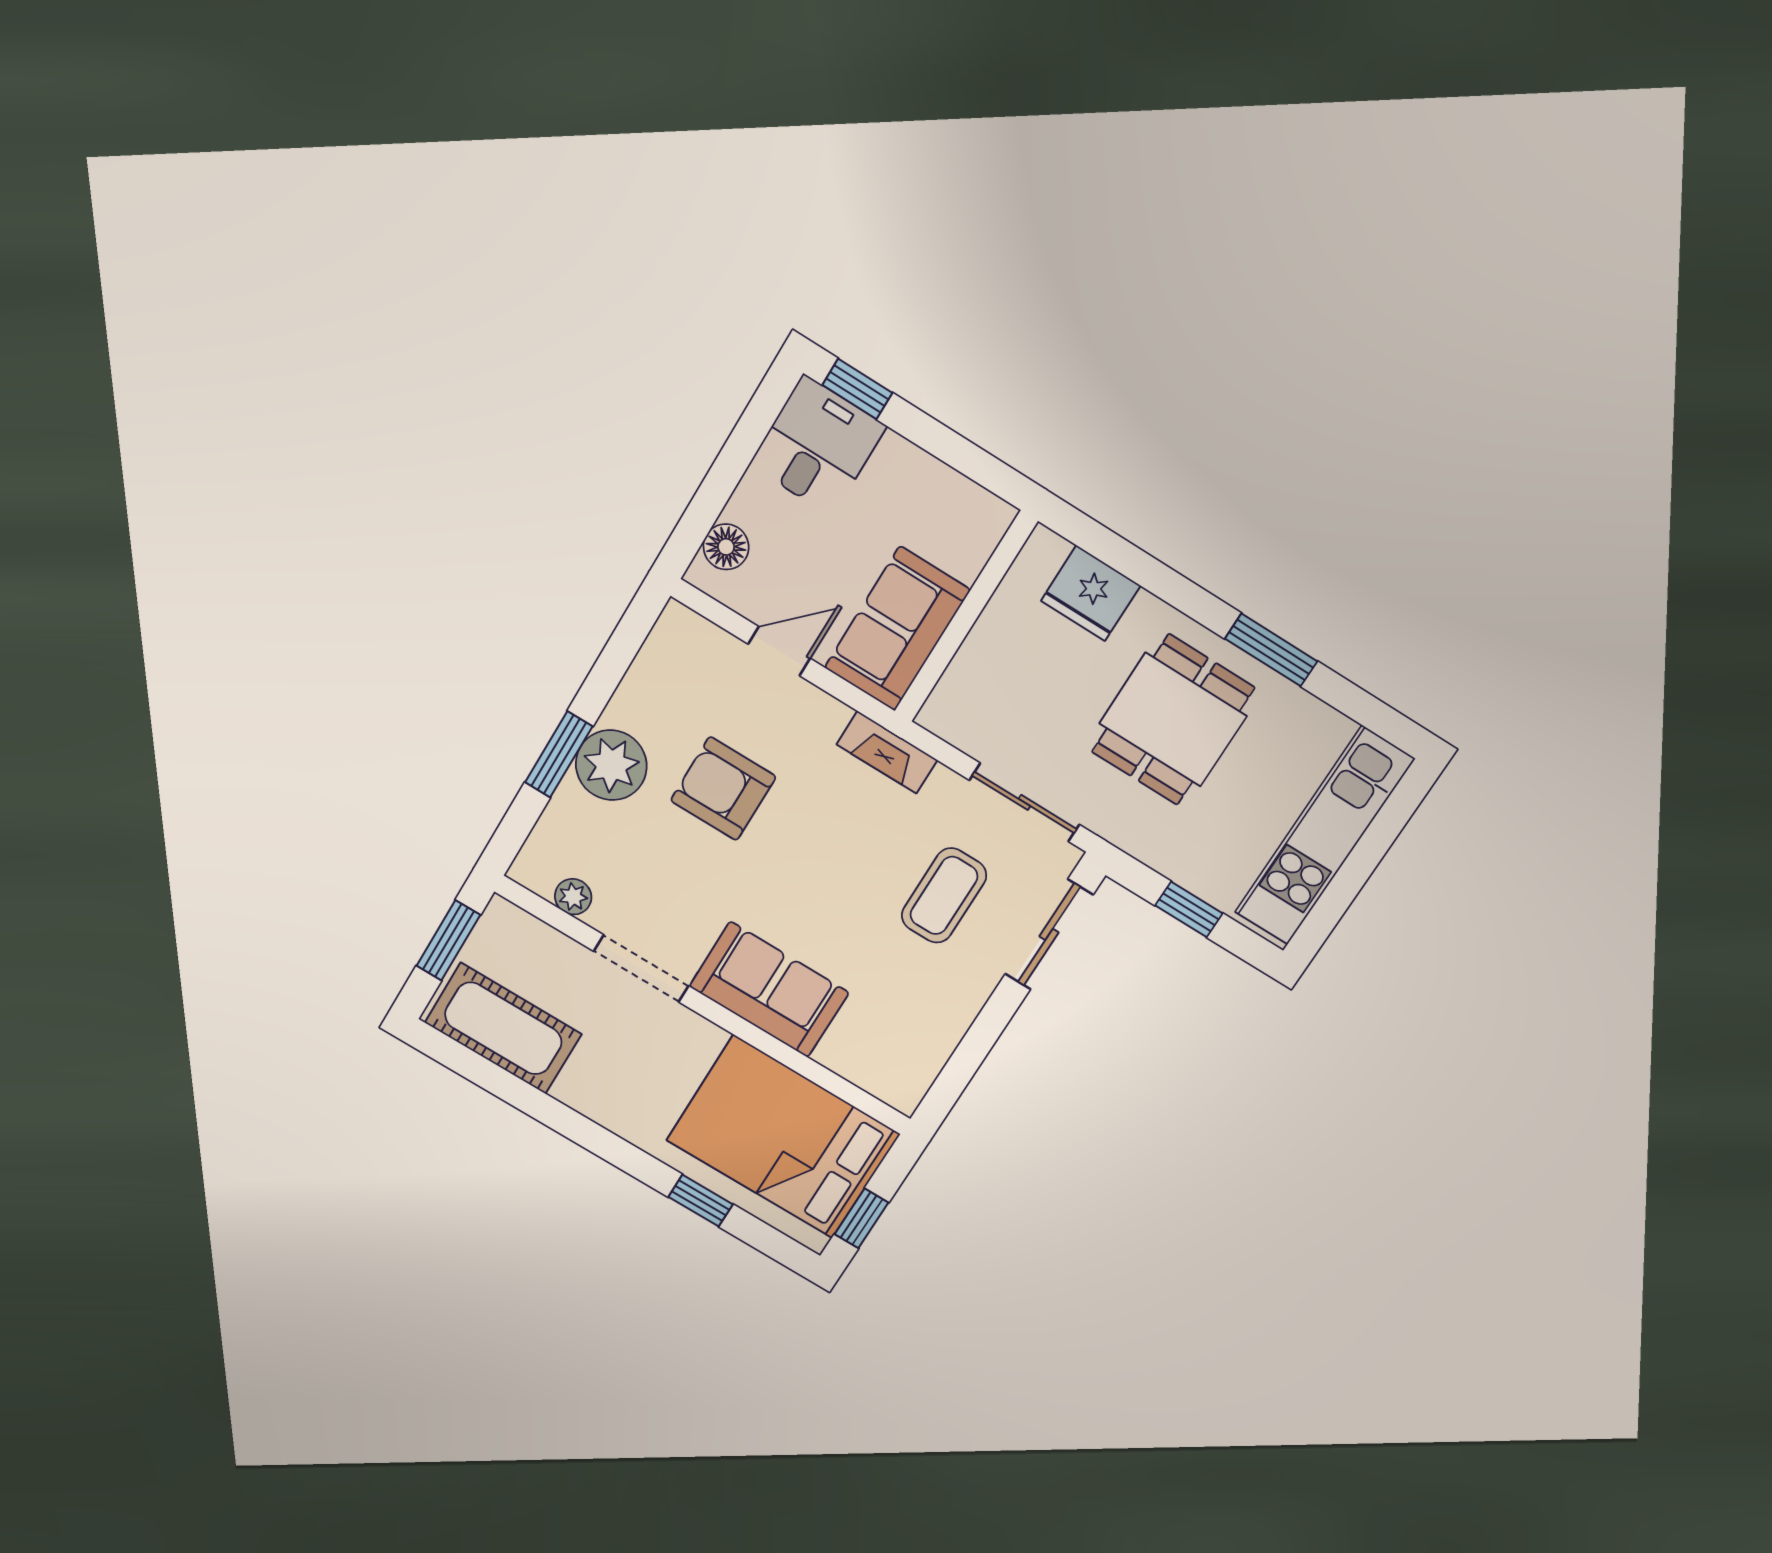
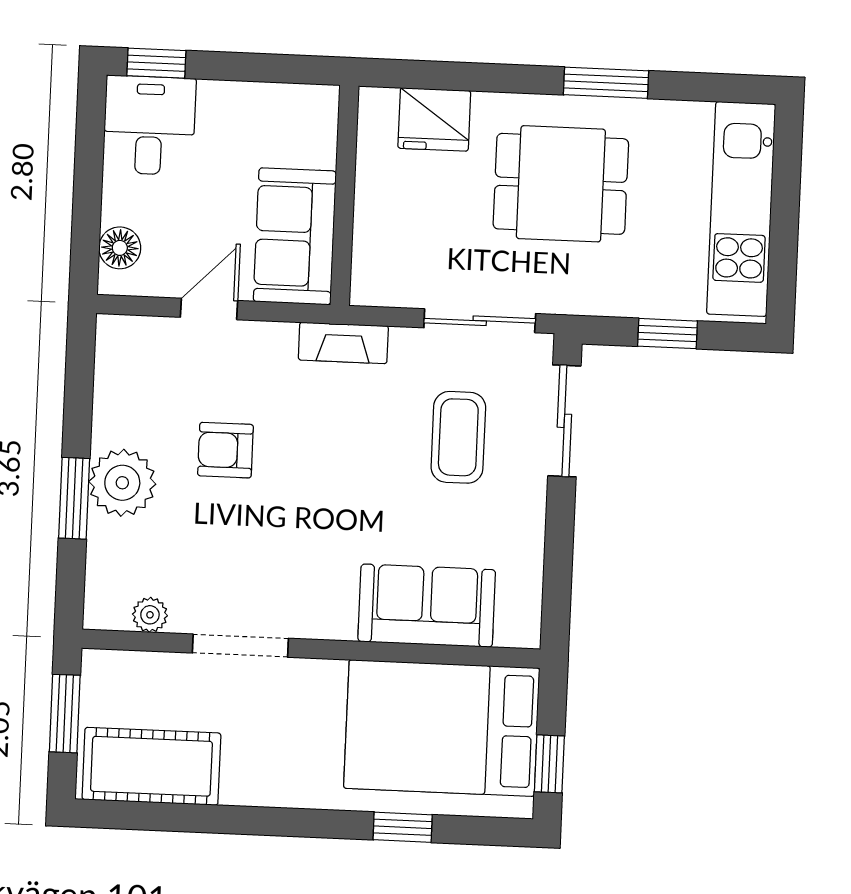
dining table: (1173, 720) -> (561, 184), turned 90
armchair: (723, 789) -> (225, 450), width x0.72, depth x0.72
sofa: (769, 990) -> (427, 606), moved

